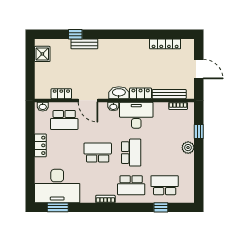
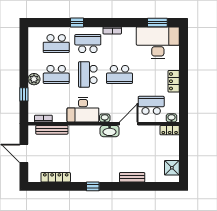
window: (75, 34) -> (93, 186), moved
washbasin: (119, 93) -> (110, 131), moved
locker: (141, 93) -> (79, 130), removed
locker: (61, 94) -> (170, 130), moved
door: (88, 100) -> (129, 124), hinge flipped
school desk: (165, 153) -> (56, 74), added
window: (161, 207) -> (77, 22), moved

